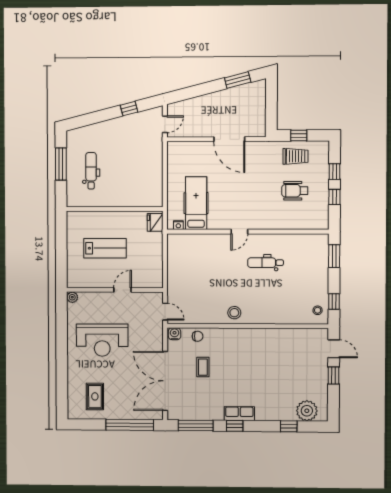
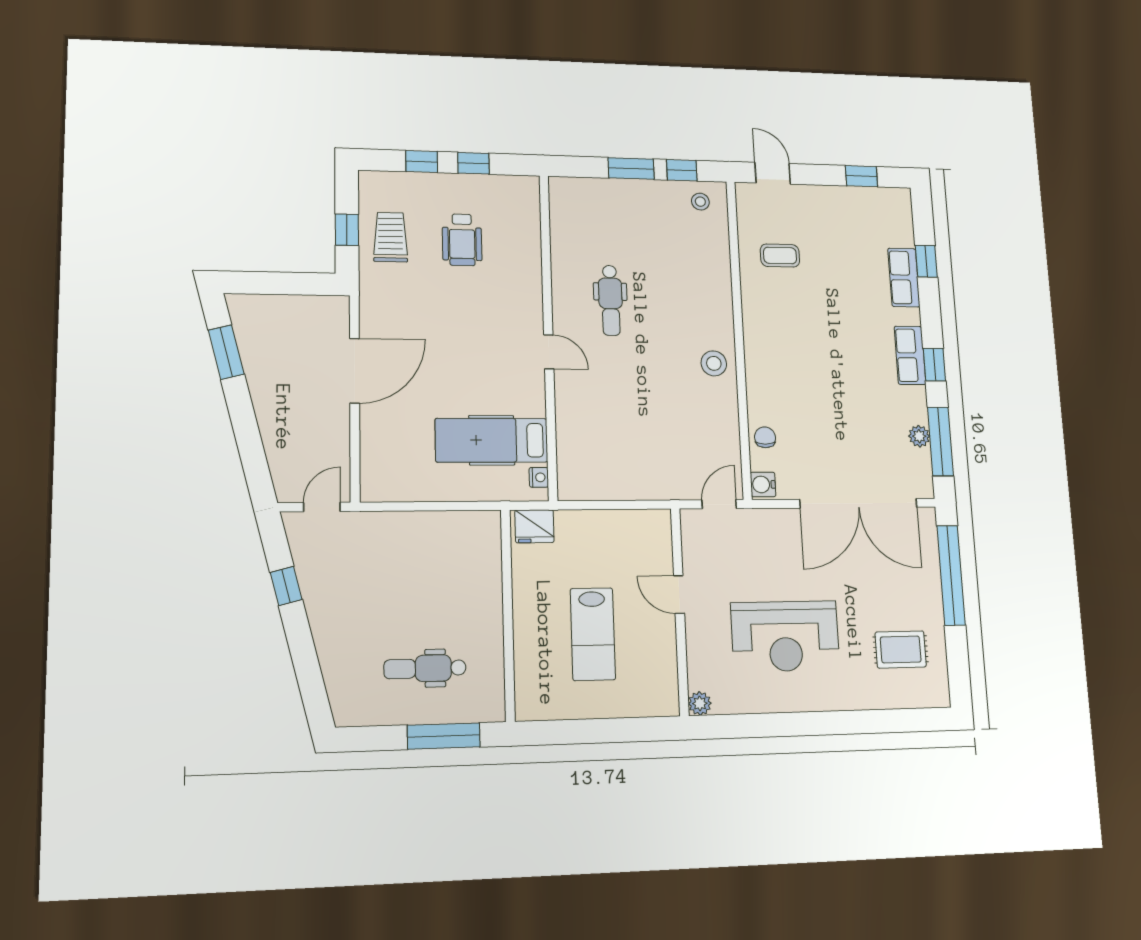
door: (165, 124) -> (322, 507), hinge flipped
window: (61, 164) -> (444, 736), moved
lab bench: (105, 248) -> (593, 634), turned 180
window: (334, 256) -> (631, 168), moved
reception desk: (102, 340) -> (785, 636), turned 90
door: (334, 349) -> (773, 173), hinge flipped
coffee table: (203, 367) -> (780, 255), moved
window: (334, 375) -> (861, 176), moved
plant: (307, 411) -> (919, 436), moved, width x0.53, depth x0.53
row of seats: (280, 414) -> (904, 277), added

